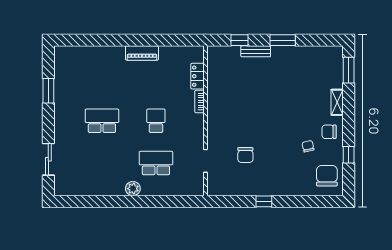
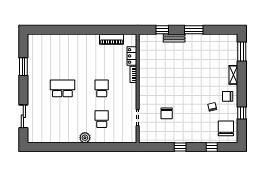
piano: (142, 53) -> (112, 39), moved
school desk: (156, 163) -> (102, 119), width x0.54
window: (307, 201) -> (212, 147), added

